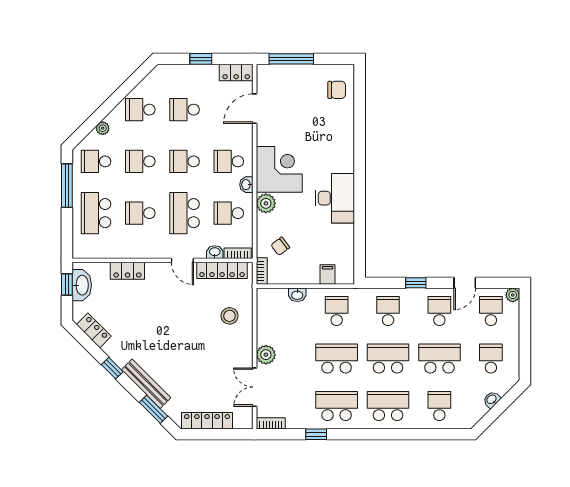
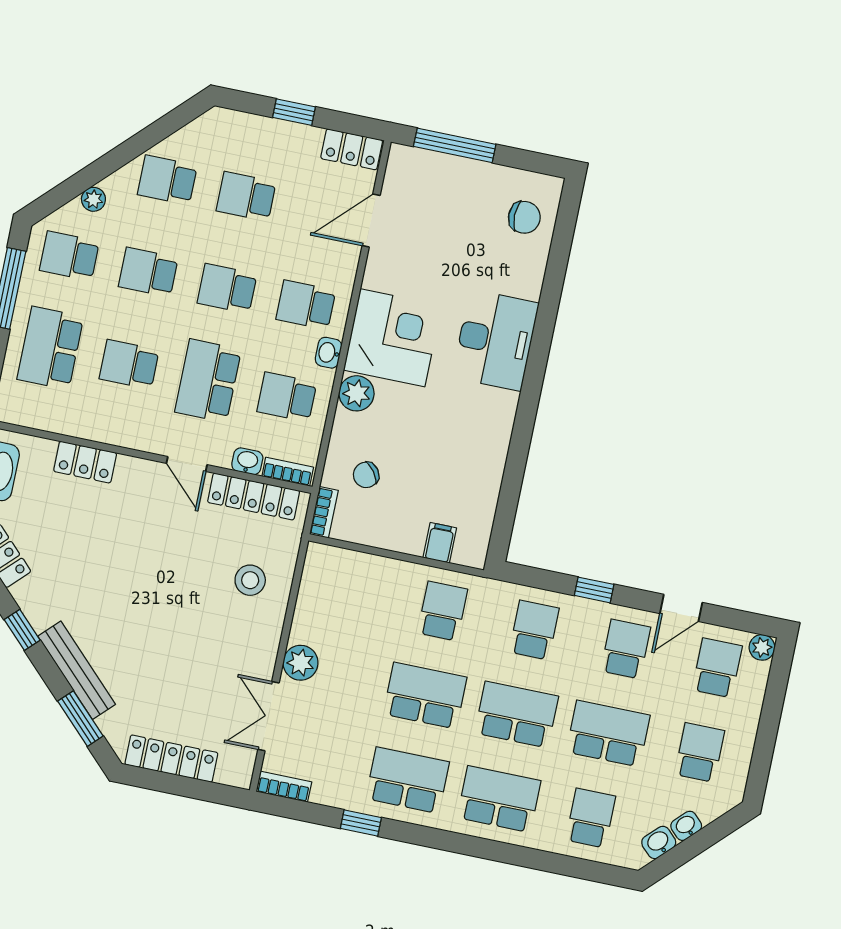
desk: (335, 198) -> (495, 340), moved
washbasin: (297, 295) -> (659, 842), moved, turned 135

